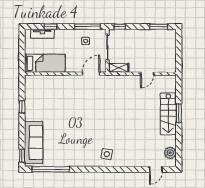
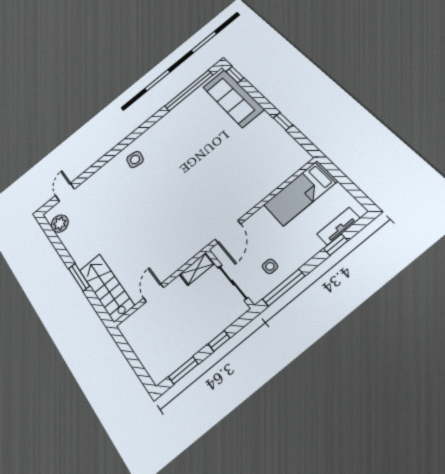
window: (120, 27) -> (219, 341), moved
stairs: (168, 114) -> (107, 288), moved

